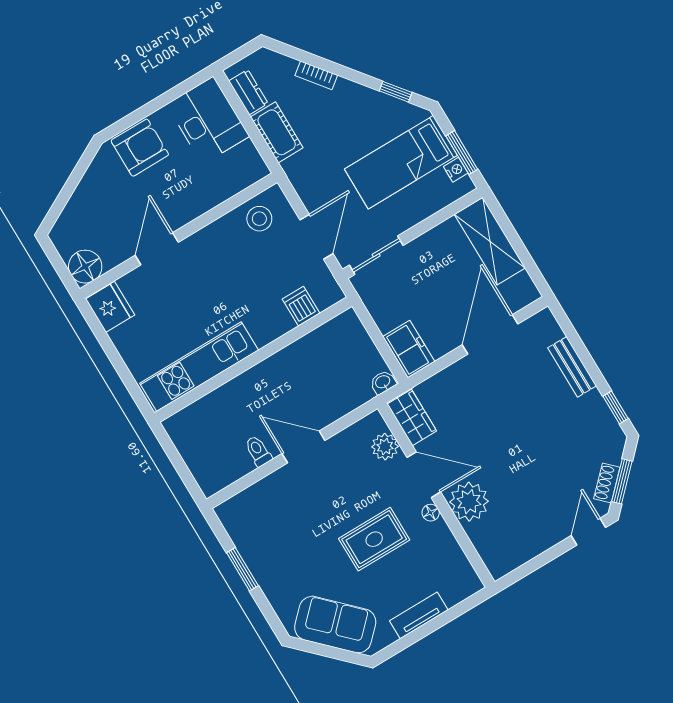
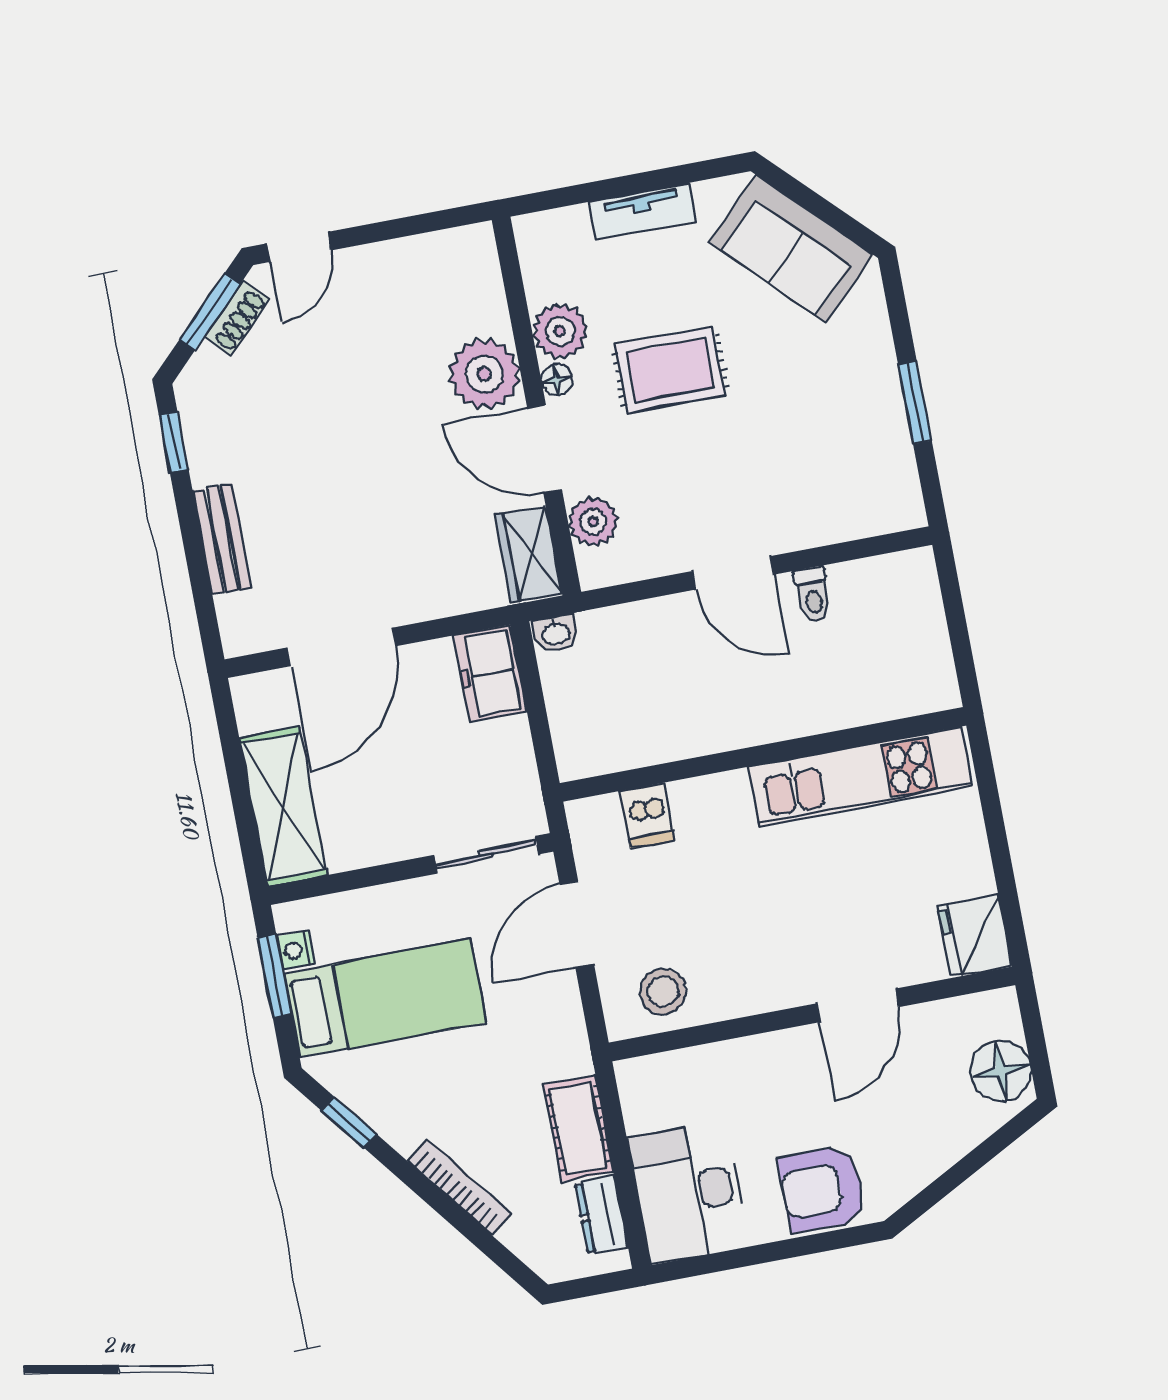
bookcase: (316, 75) -> (459, 1187), width x1.56
floor lamp: (85, 267) -> (1001, 1071), moved
plant: (438, 538) -> (560, 331), added

